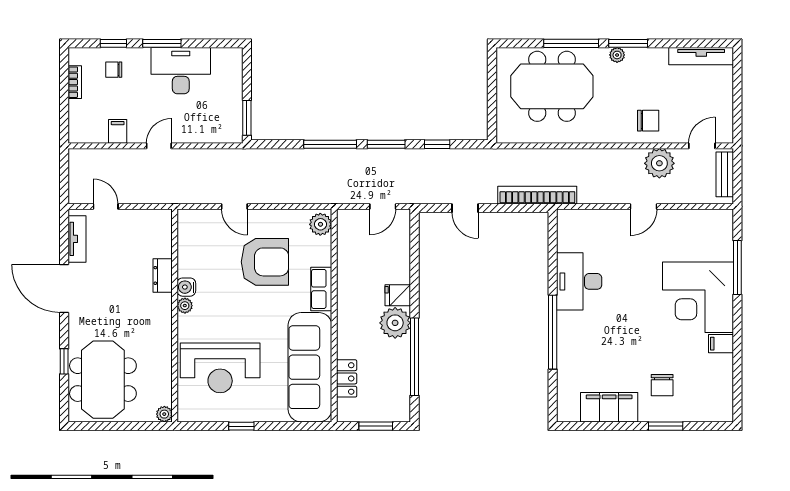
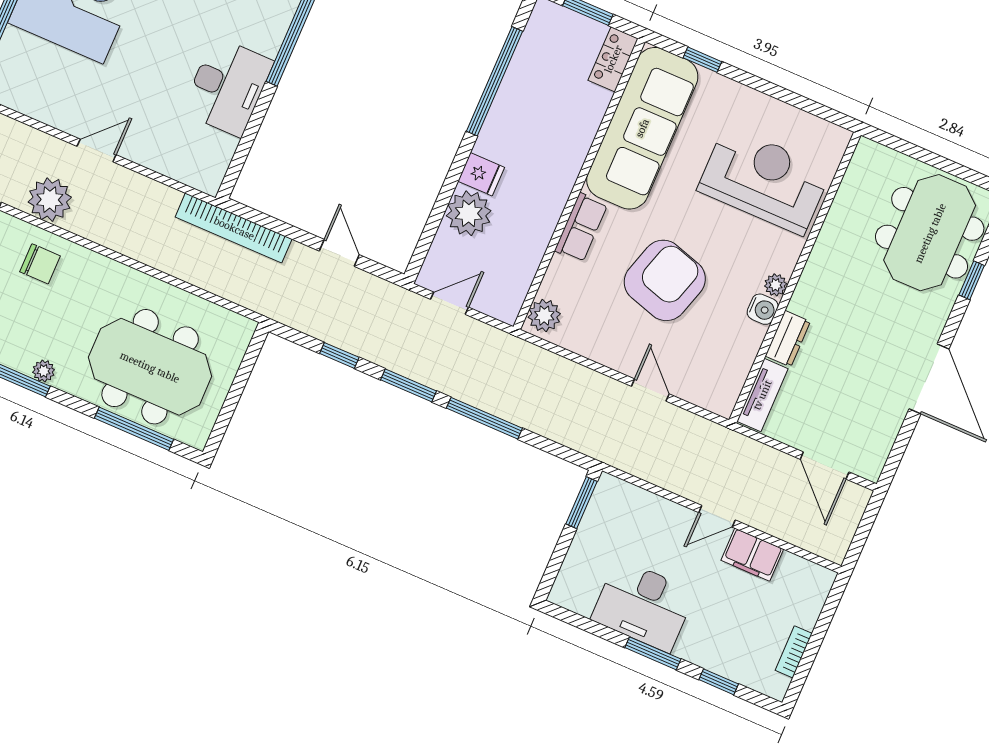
window: (571, 43) -> (134, 429), moved
chair: (114, 70) -> (733, 646), removed
chair: (648, 121) -> (40, 264), turned 180
filing cabinet: (118, 131) -> (752, 555), width x2.00
door: (106, 206) -> (825, 466), width x1.37
tv unit: (77, 239) -> (762, 395), moved, turned 180
armchair: (265, 262) -> (665, 280), moved, turned 107
plant: (395, 323) -> (469, 213), moved
locker: (347, 378) -> (613, 59), moved
plant: (164, 414) -> (867, 150), removed
window: (241, 426) -> (702, 60), moved

